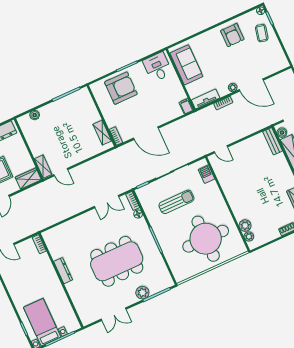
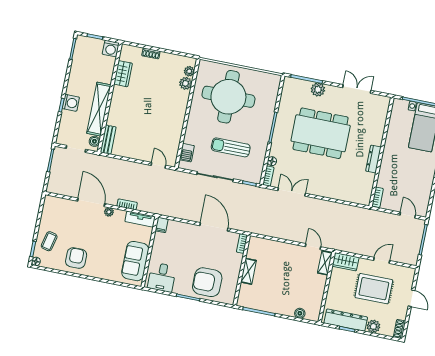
shelving: (102, 133) -> (248, 271), moved

